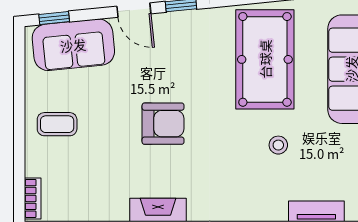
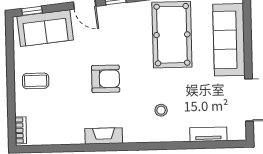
stool: (278, 145) -> (161, 110), moved

